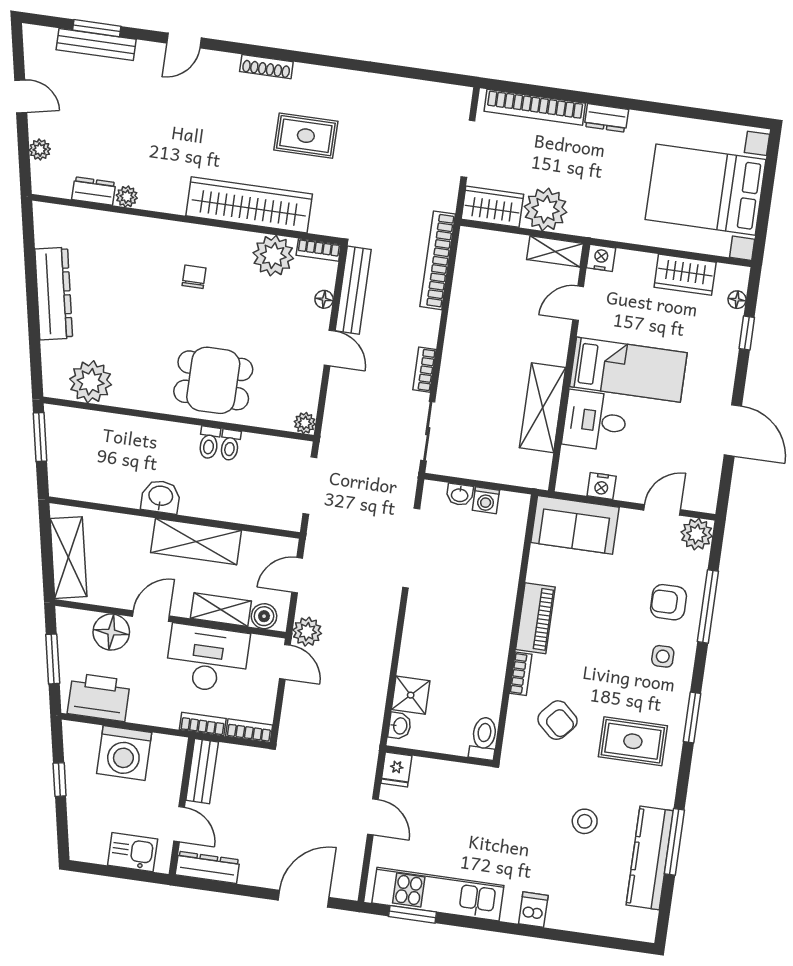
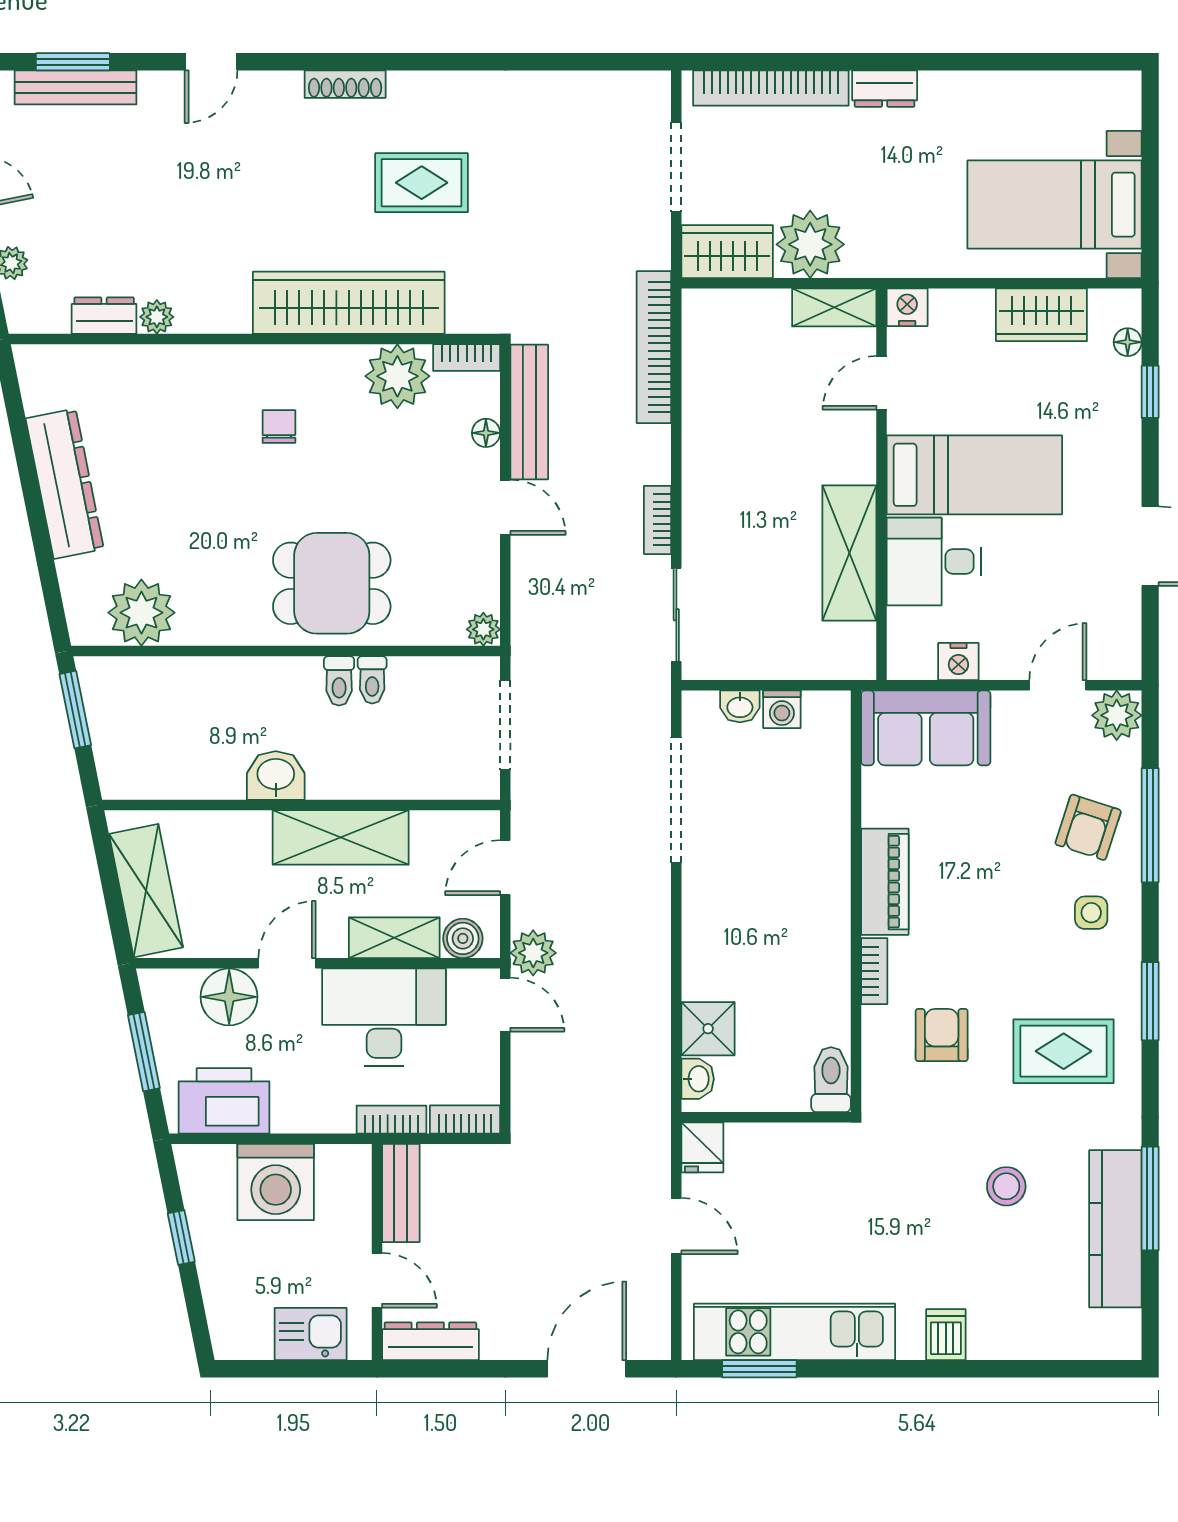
bed with nightstands: (706, 190) -> (1054, 205), width x0.73
armchair: (669, 602) -> (1088, 827), turned -72
armchair: (557, 720) -> (942, 1035), turned -132

